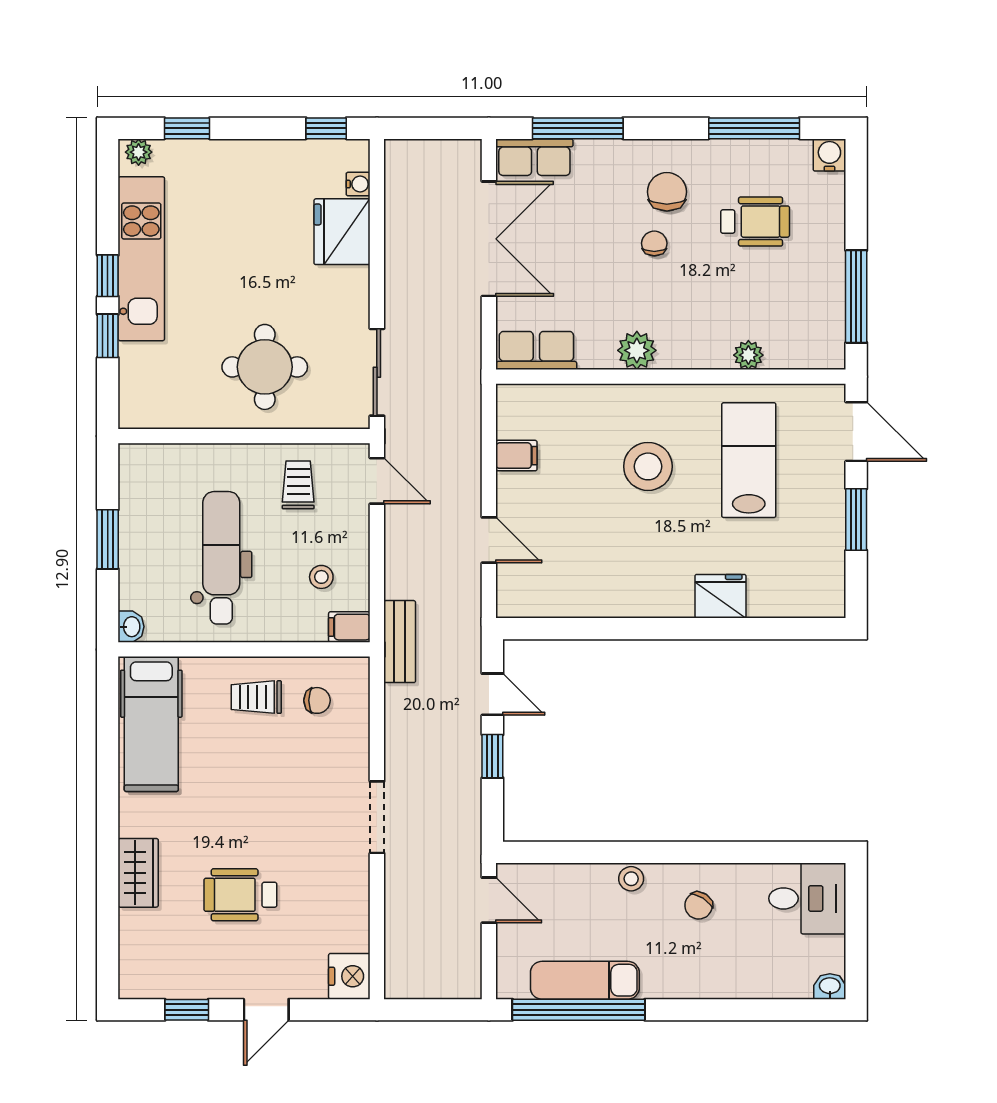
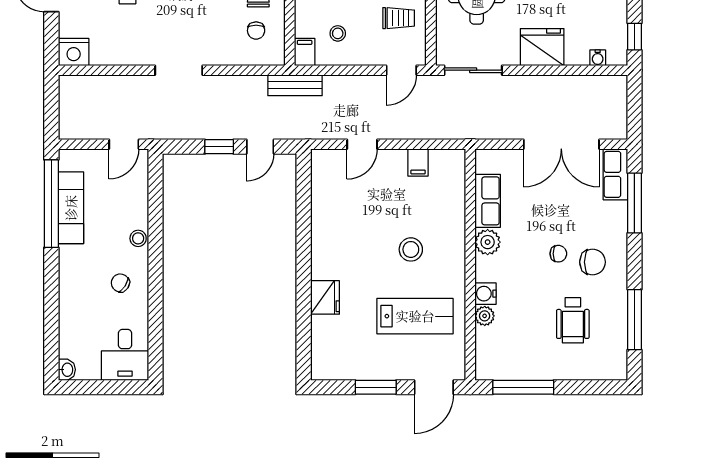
water cooler: (829, 155) -> (486, 294), moved, turned 180
fridge: (342, 232) -> (542, 47), moved
row of seats: (536, 350) -> (488, 201), moved
stool: (648, 466) -> (411, 249), width x0.73, depth x0.73

